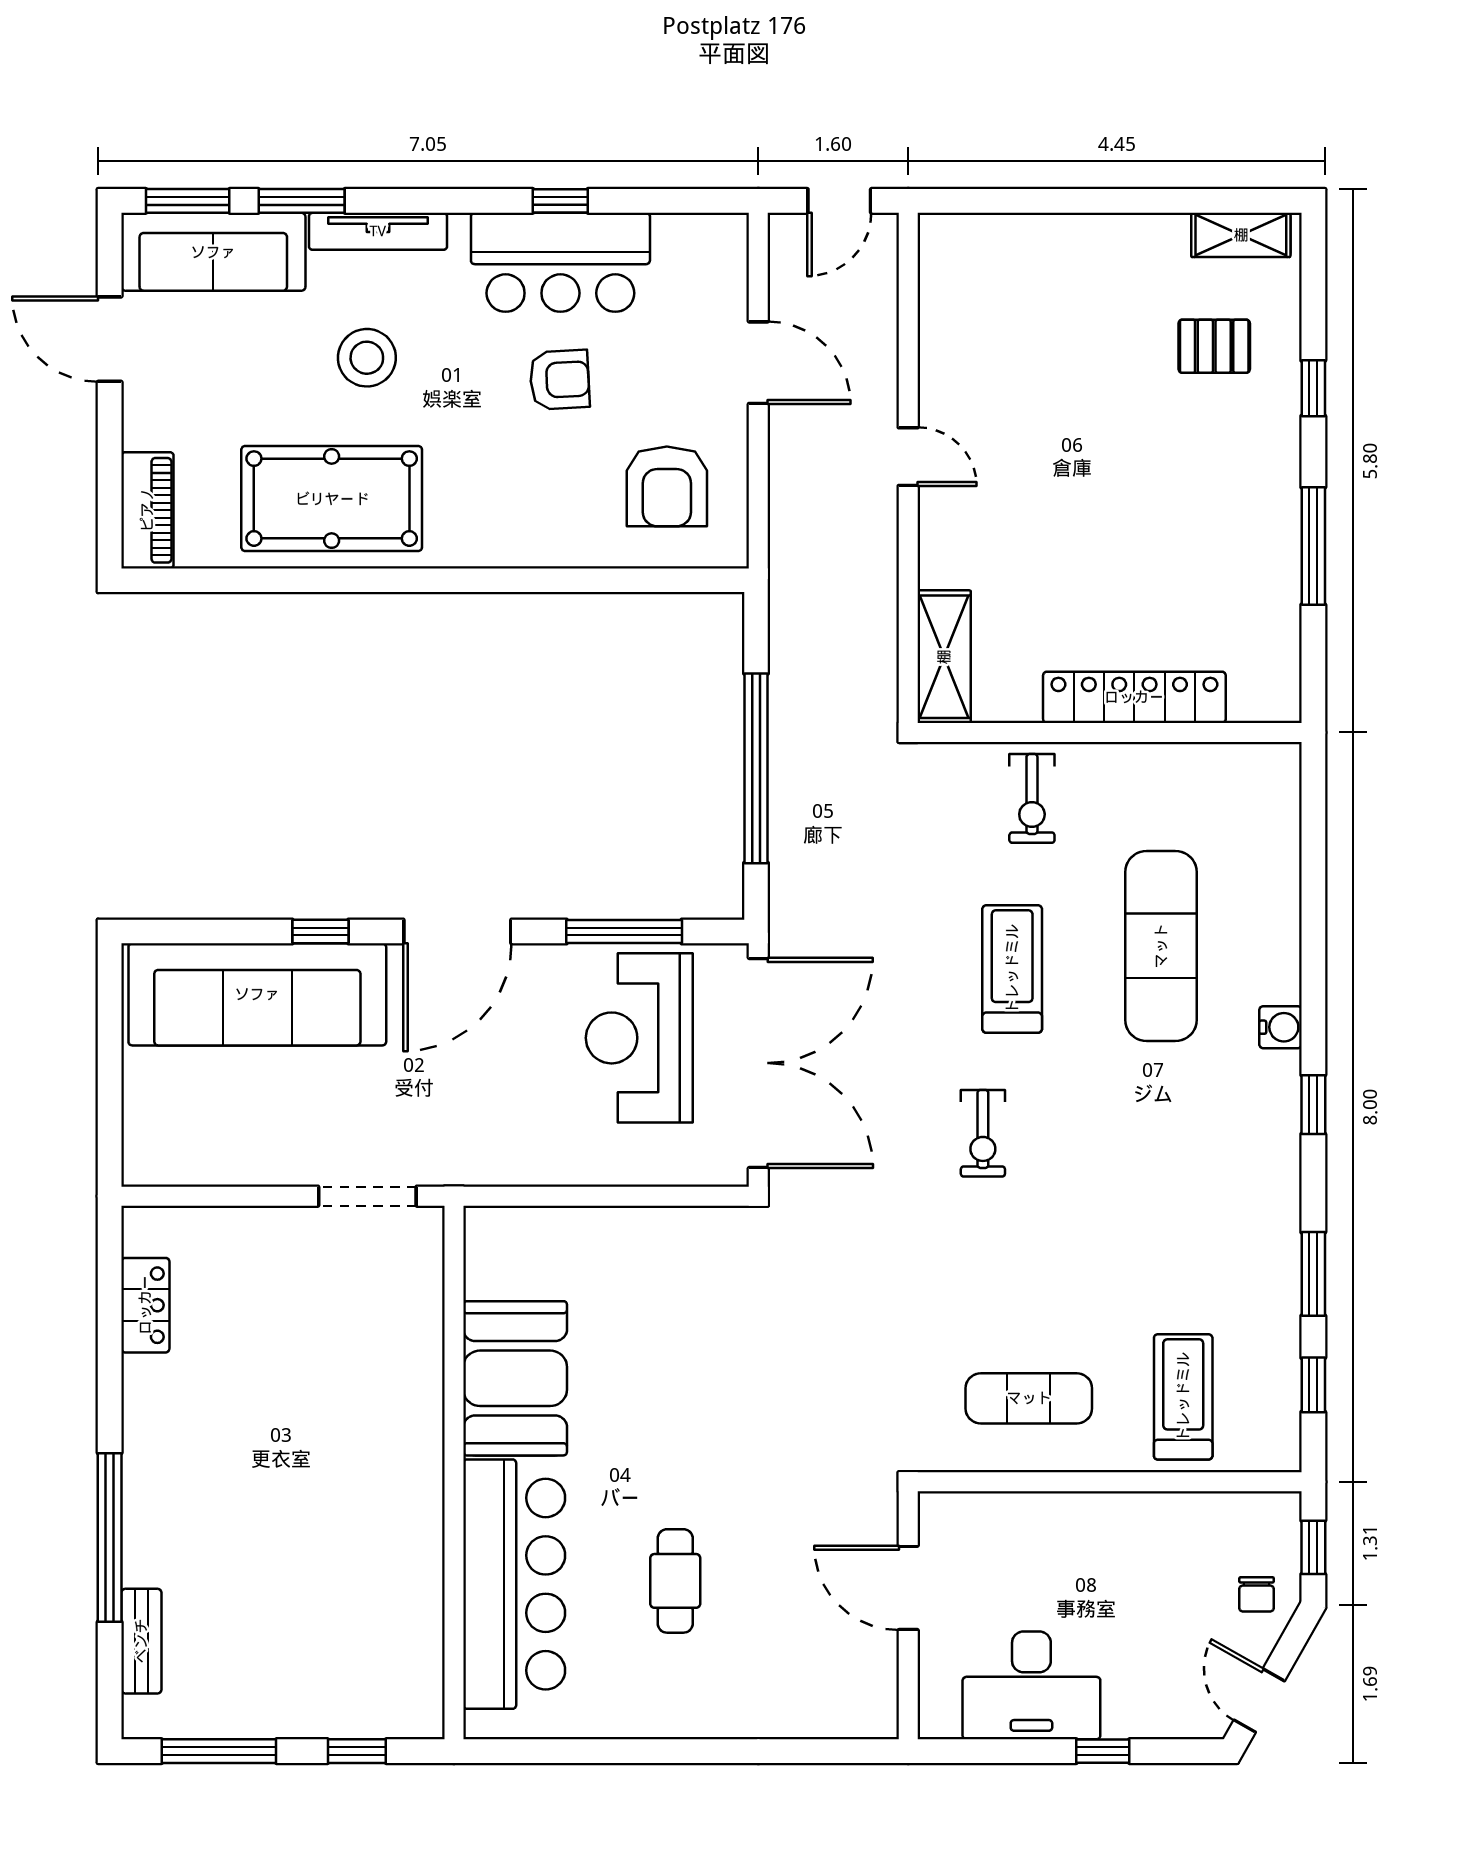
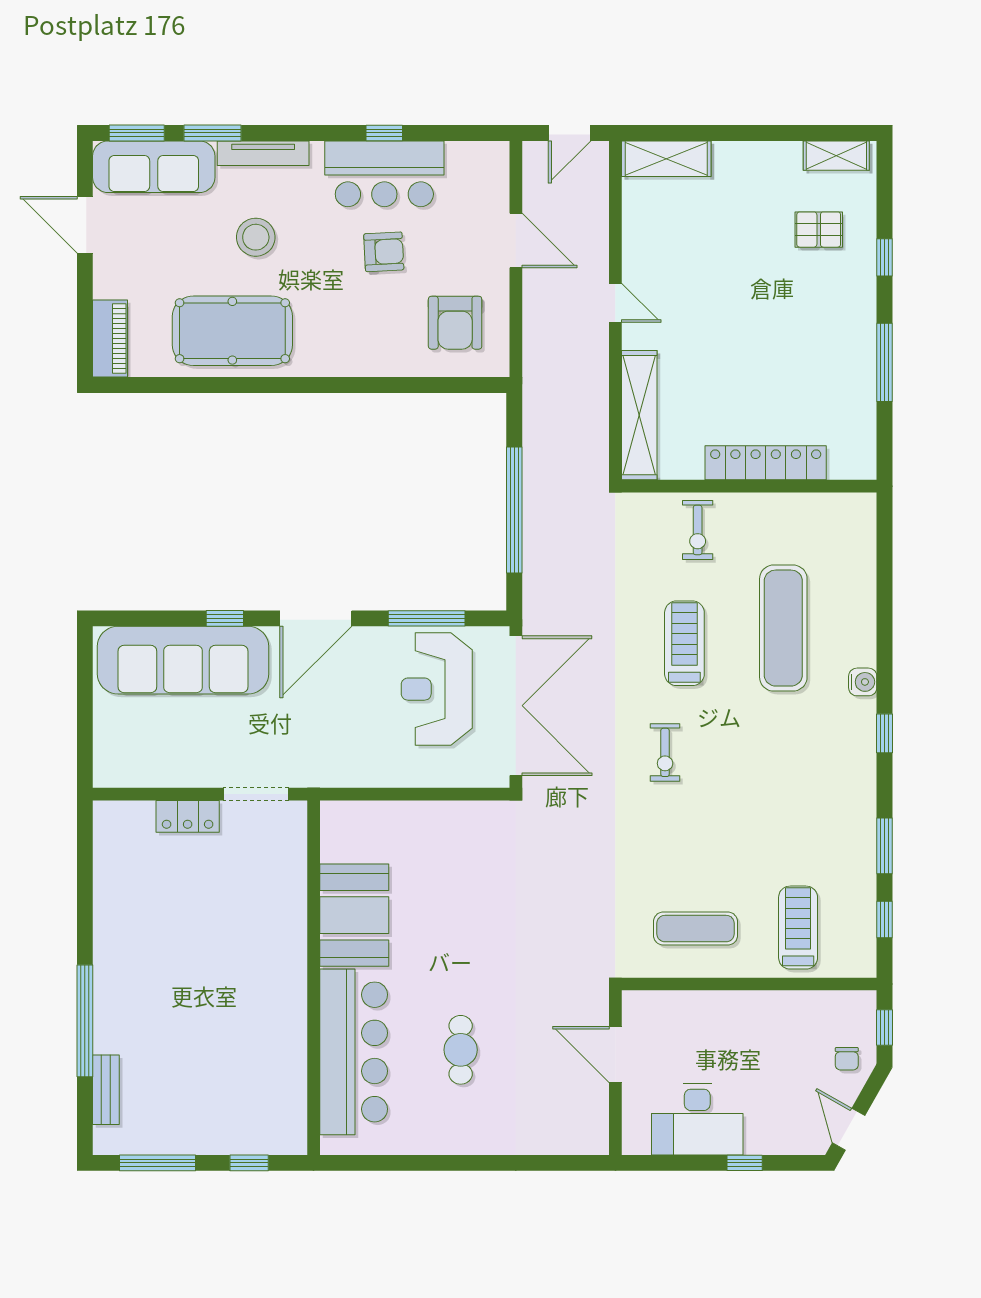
shelving: (985, 239) -> (666, 159), added
shelving: (944, 657) -> (639, 415), width x1.47
locker: (145, 1305) -> (188, 816), moved, turned 90

